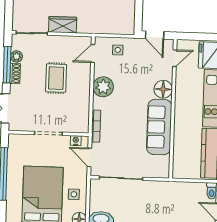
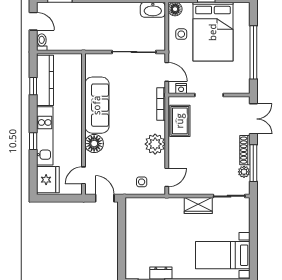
shoe rack: (15, 73) -> (245, 150), width x1.43
rug: (56, 78) -> (180, 121), moved

